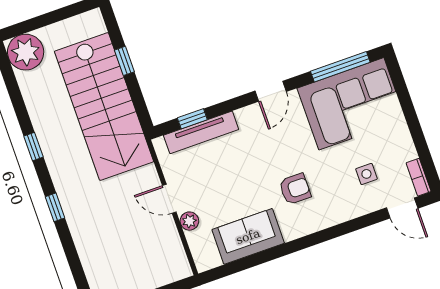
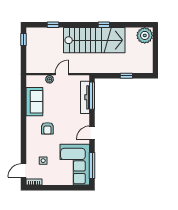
door: (271, 91) -> (92, 133), hinge flipped
stairs: (104, 106) -> (94, 40), moved, turned 180
window: (192, 119) -> (92, 96), width x2.17
window: (55, 207) -> (53, 25), moved

